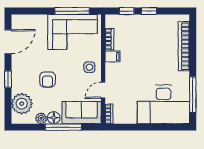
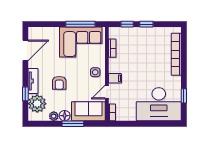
filing cabinet: (112, 57) -> (115, 78), moved
tv unit: (17, 77) -> (33, 81), added
window: (8, 79) -> (25, 94), moved
window: (193, 95) -> (184, 96), width x0.46
window: (63, 127) -> (73, 124), width x0.69

